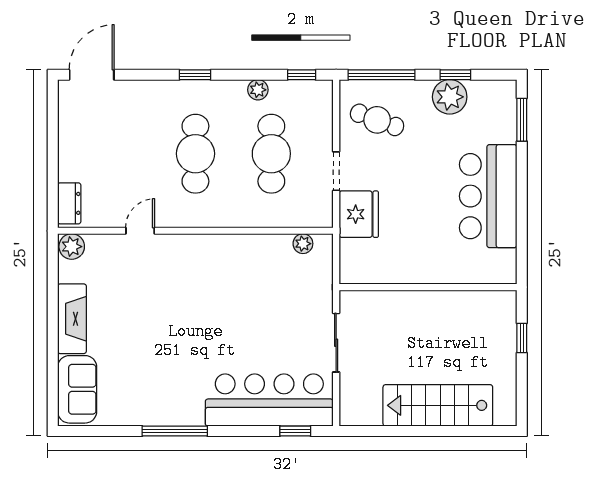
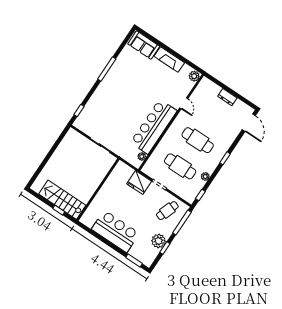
dresser: (69, 203) -> (227, 97), moved
bar counter: (269, 400) -> (154, 127), moved, turned 180
stairs: (438, 405) -> (62, 200), moved, turned -90

